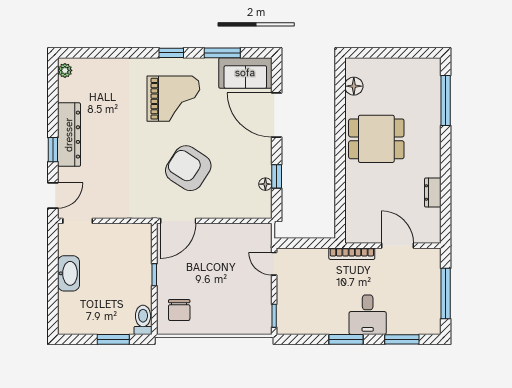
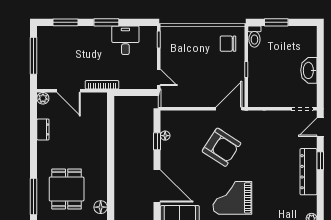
dining table: (376, 139) -> (67, 189), moved, turned 90
plant: (433, 235) -> (43, 98), added
chair: (179, 310) -> (228, 44), turned -90
desk: (368, 315) -> (125, 40), moved

